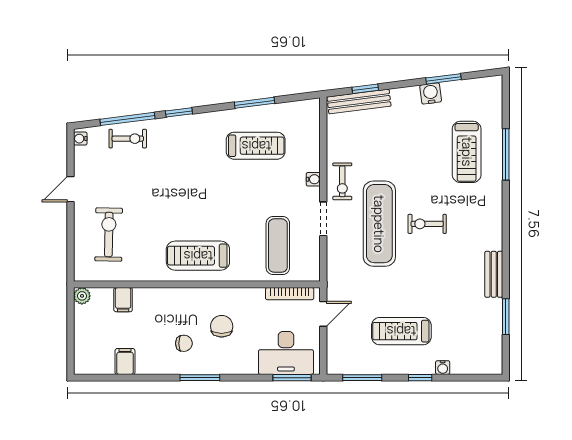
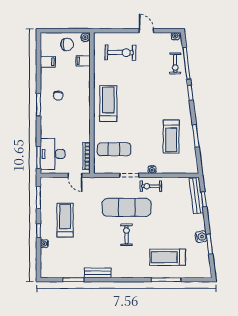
chair: (222, 326) -> (67, 44), moved

